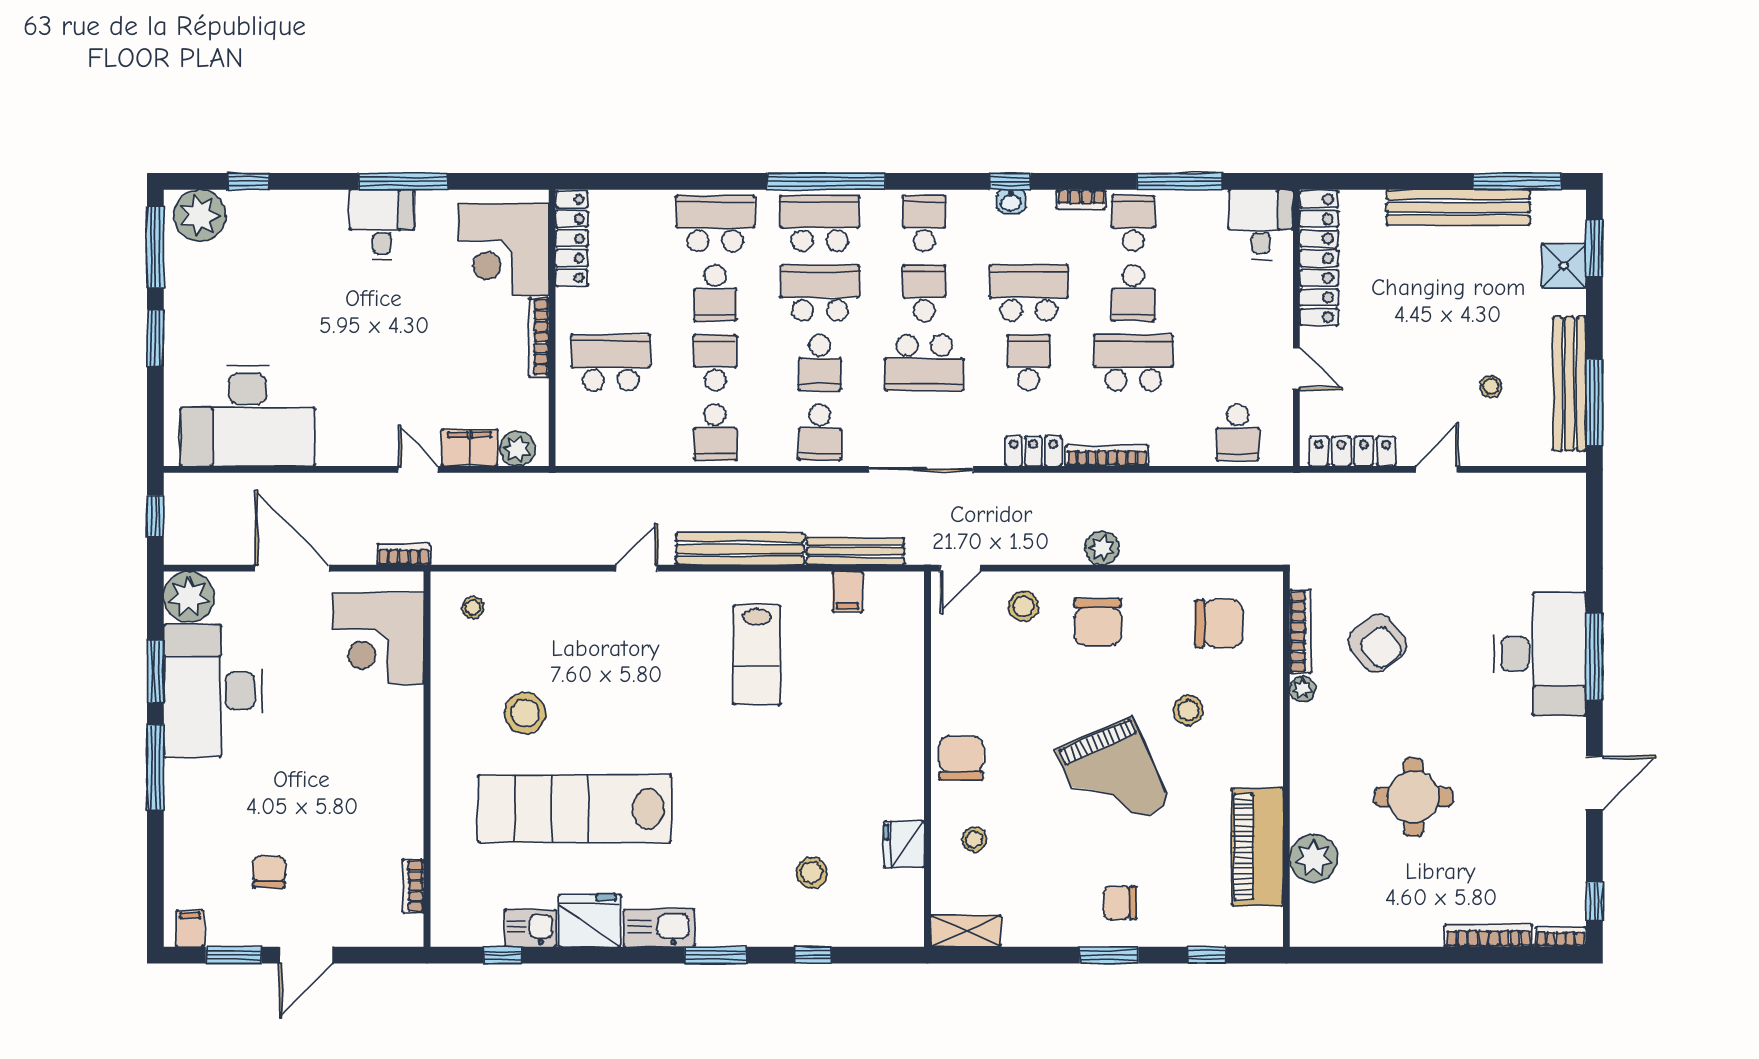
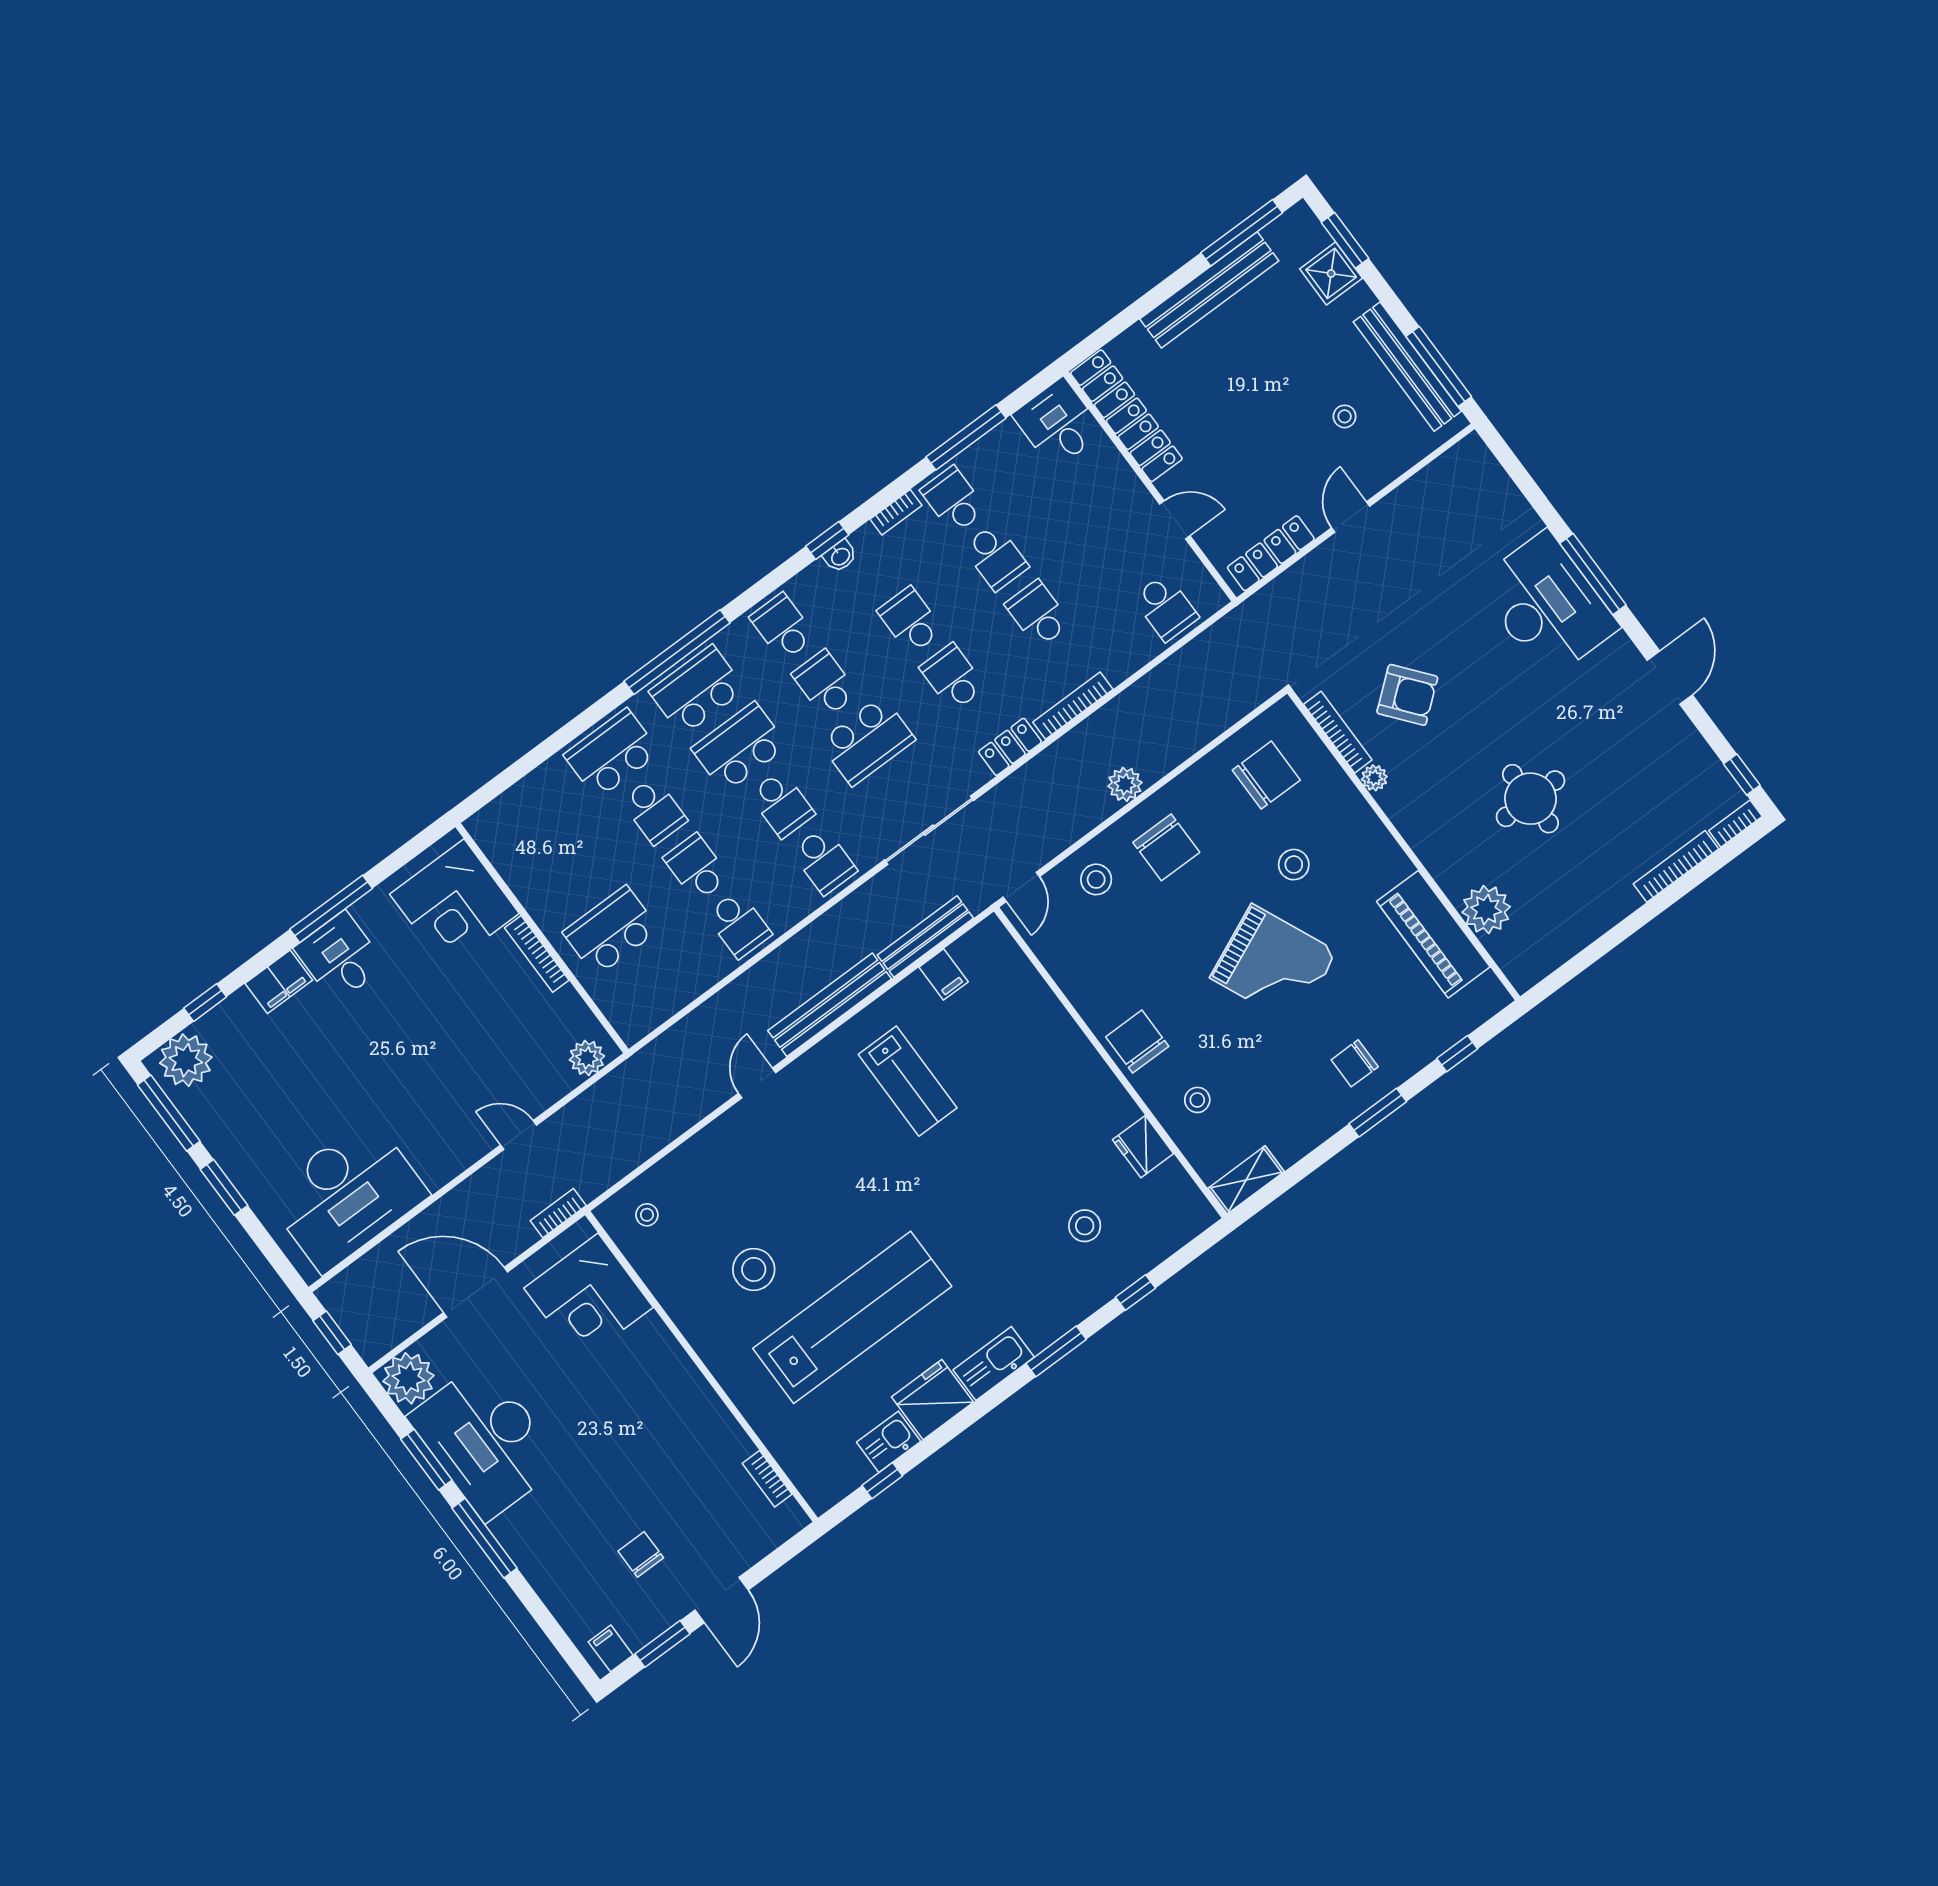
locker: (572, 239) -> (504, 853), removed
school desk: (1029, 293) -> (910, 620), width x0.54
school desk: (1133, 363) -> (1038, 614), width x0.54
filing cabinet: (470, 448) -> (279, 982), moved, turned 180
lab bench: (575, 809) -> (852, 1317), turned 180

